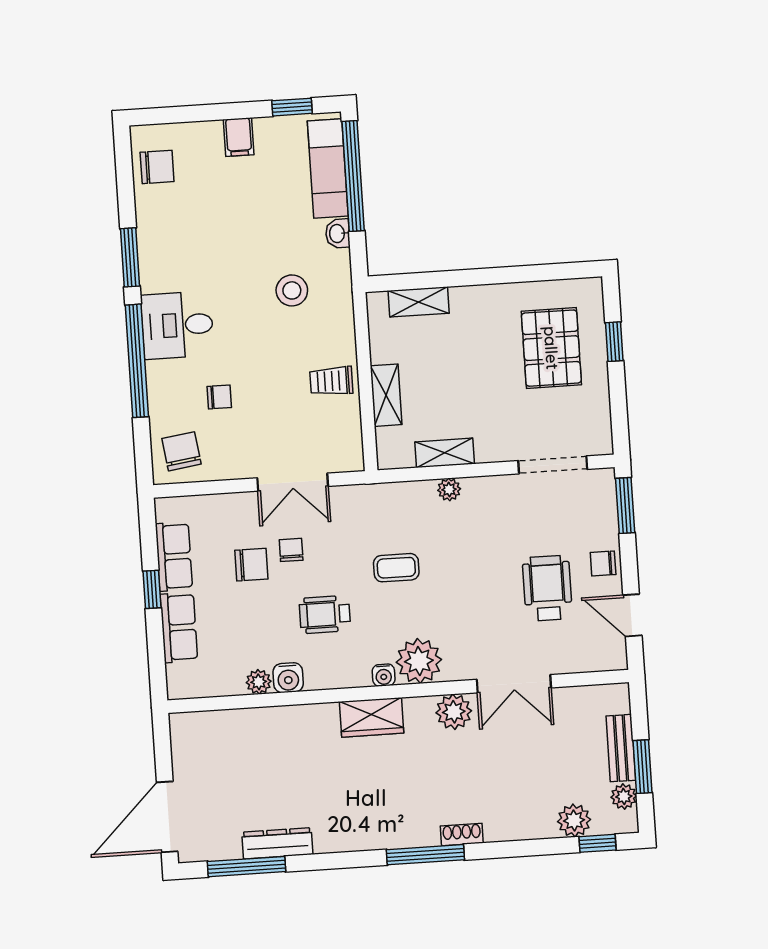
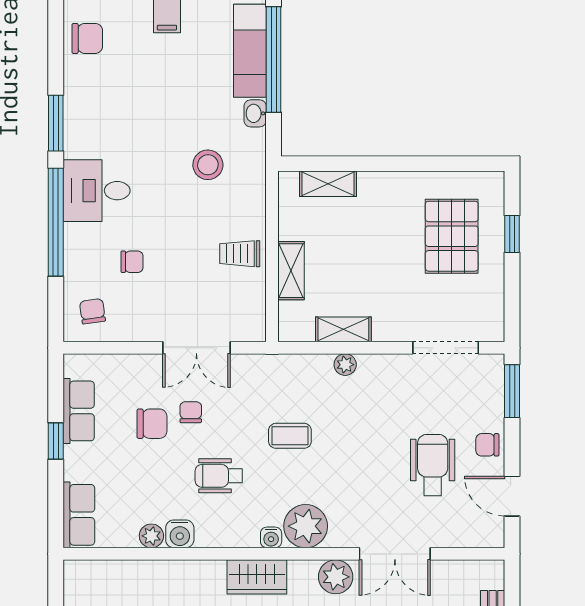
chair: (181, 451) -> (92, 311), width x0.73, depth x0.73
row of seats: (179, 627) -> (79, 515), moved

